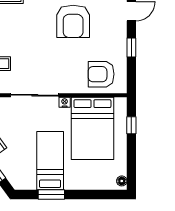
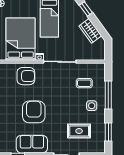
armchair: (101, 74) -> (26, 76), moved

